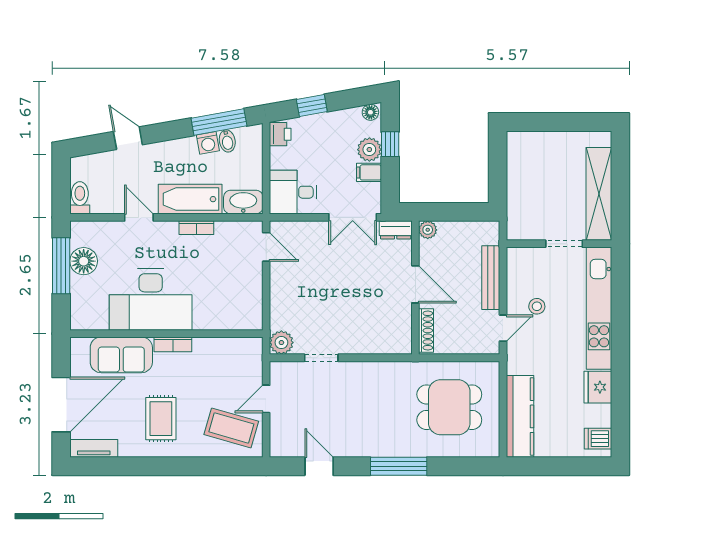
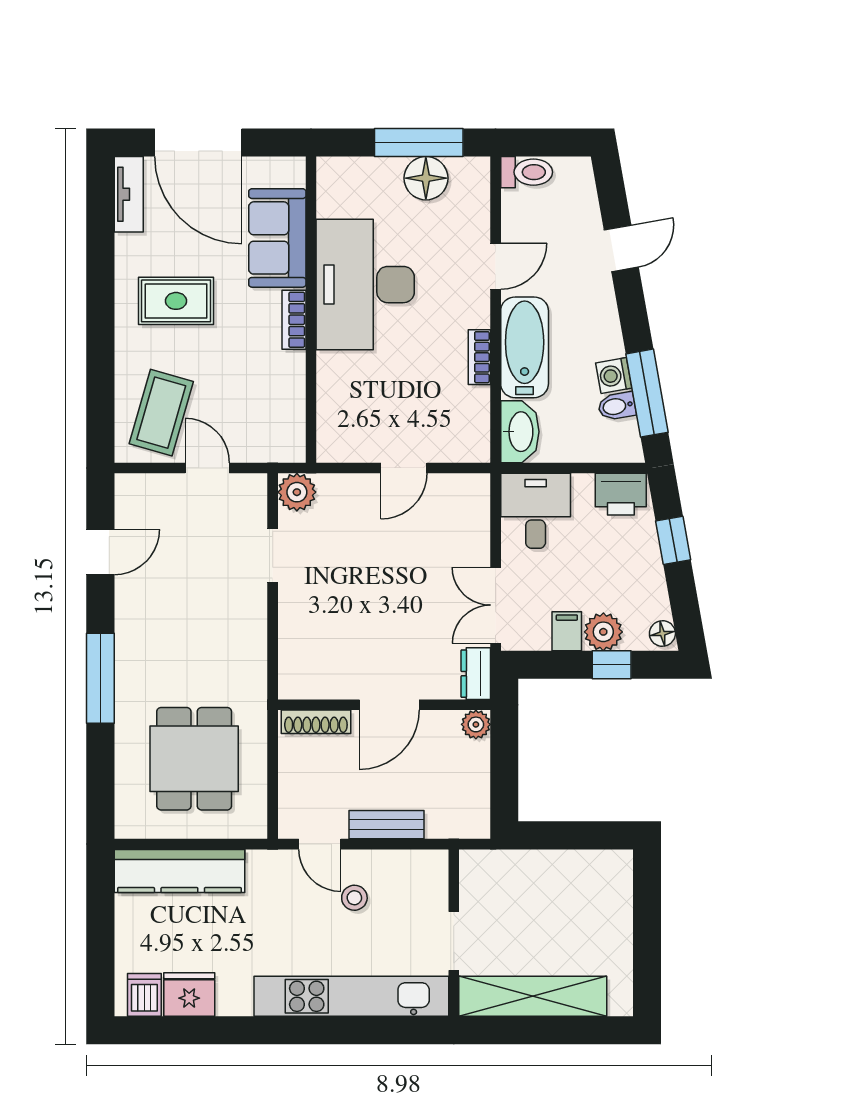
printer: (280, 134) -> (621, 494), width x1.36, depth x1.24
door: (266, 247) -> (404, 468), moved
bench: (491, 278) -> (387, 825), width x0.73
fridge: (598, 387) -> (189, 995), moved

